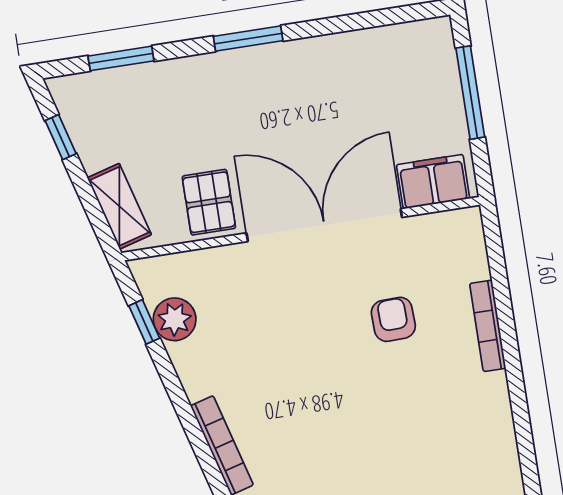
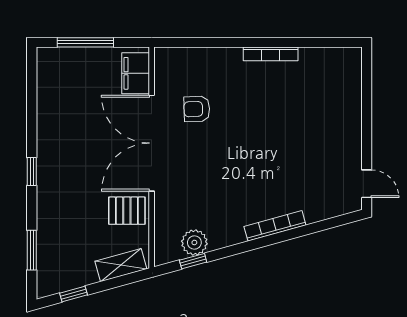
window: (248, 39) -> (32, 171), width x0.67
armchair: (393, 319) -> (197, 109), moved
bookcase: (488, 326) -> (271, 54), moved

